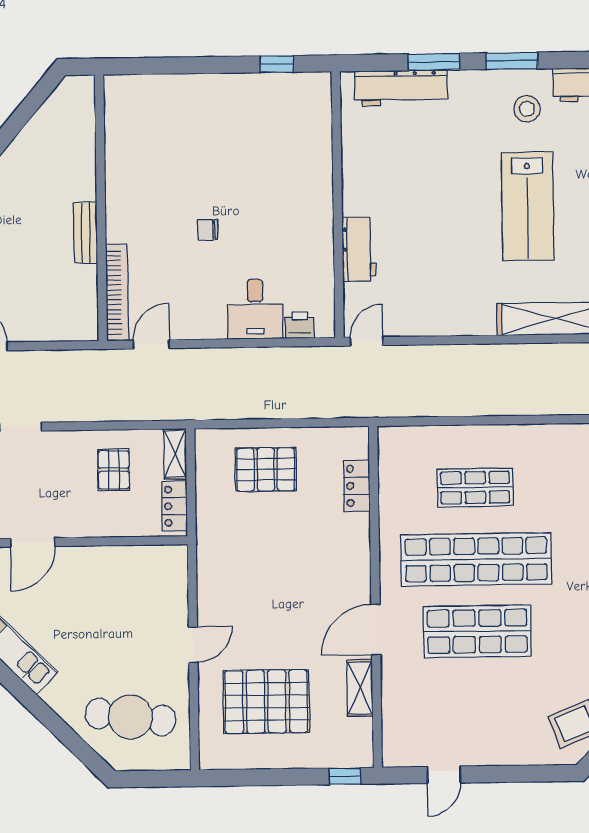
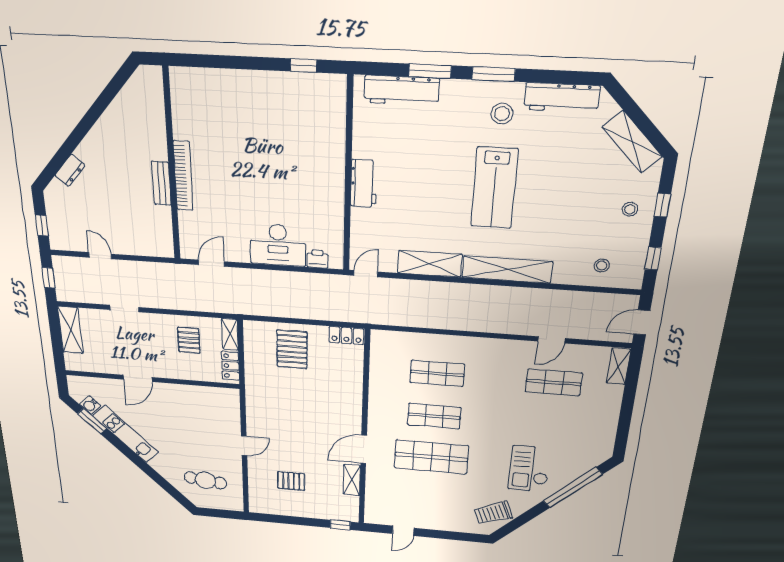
chair: (208, 230) -> (250, 188), removed
workbench: (359, 249) -> (364, 183), moved
bookcase: (117, 292) -> (183, 176), moved
desk: (255, 309) -> (278, 245), width x1.37
shelving: (453, 319) -> (430, 264), added
pallet: (266, 469) -> (292, 349), turned 90
locker: (357, 486) -> (346, 335), moved, turned -90
shop shelf: (476, 559) -> (434, 416), width x0.50, depth x0.74
pallet: (266, 702) -> (291, 481), width x0.49, depth x0.50
cafe table: (130, 717) -> (205, 480), width x0.73, depth x0.74

